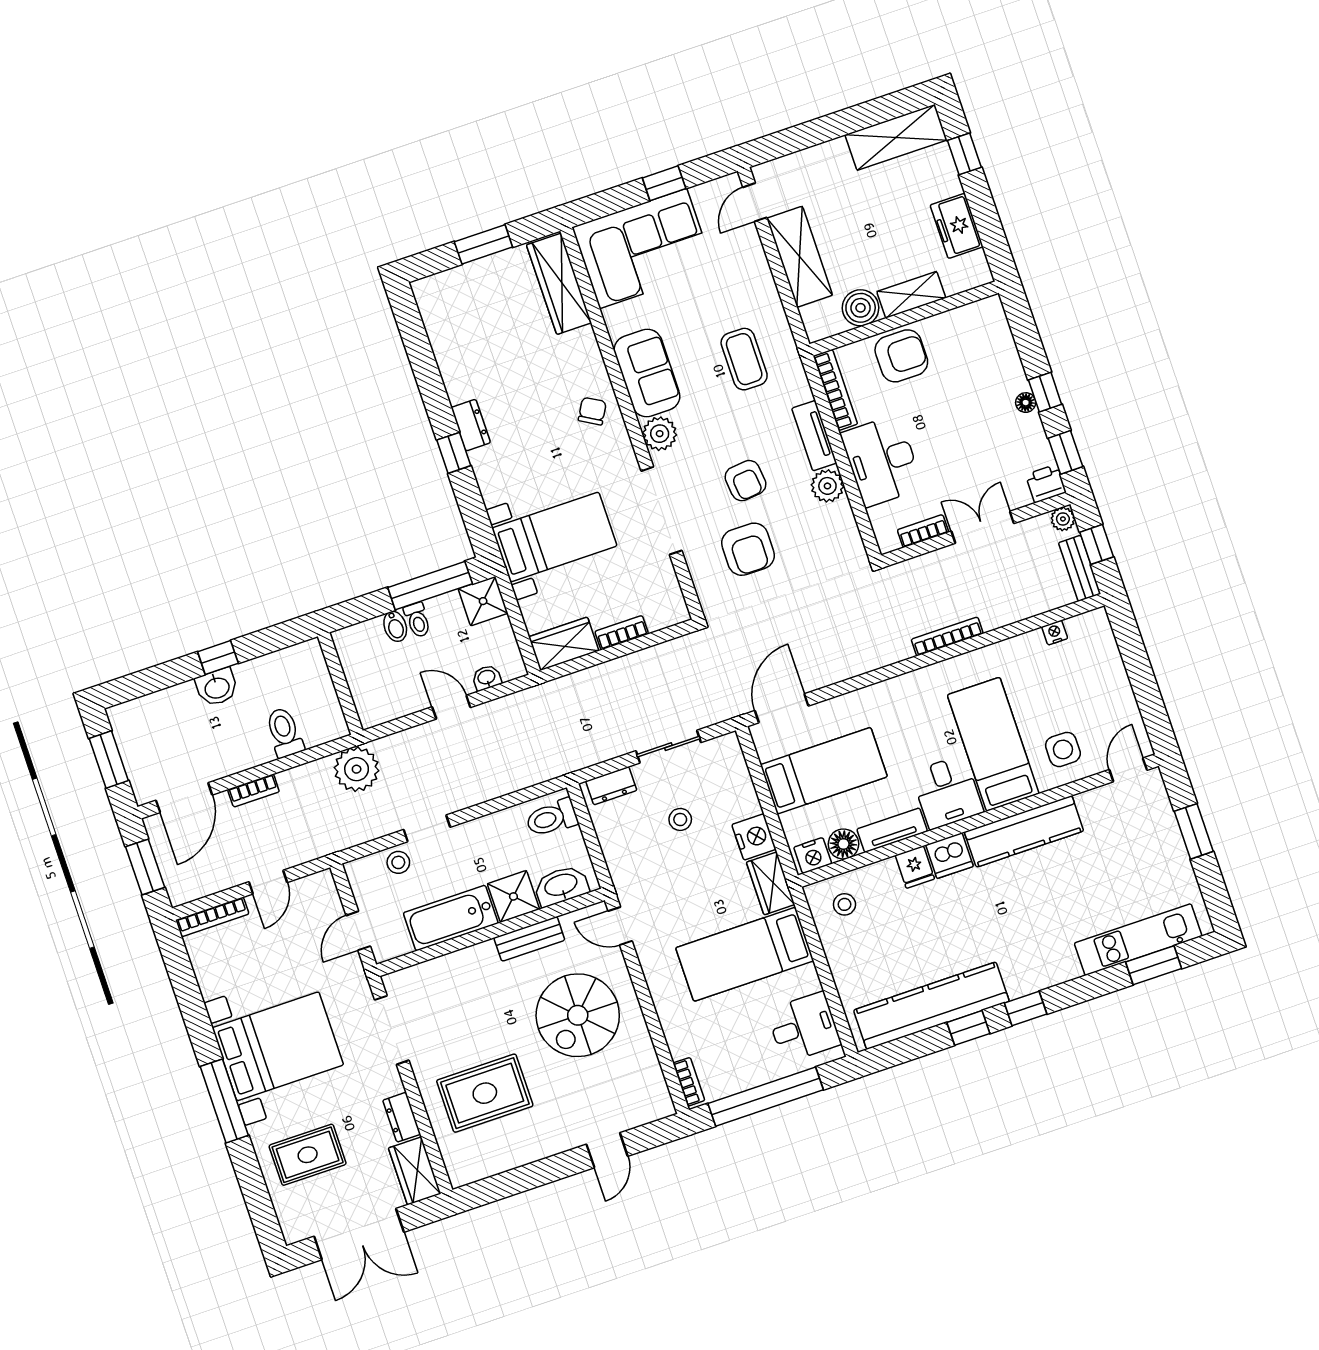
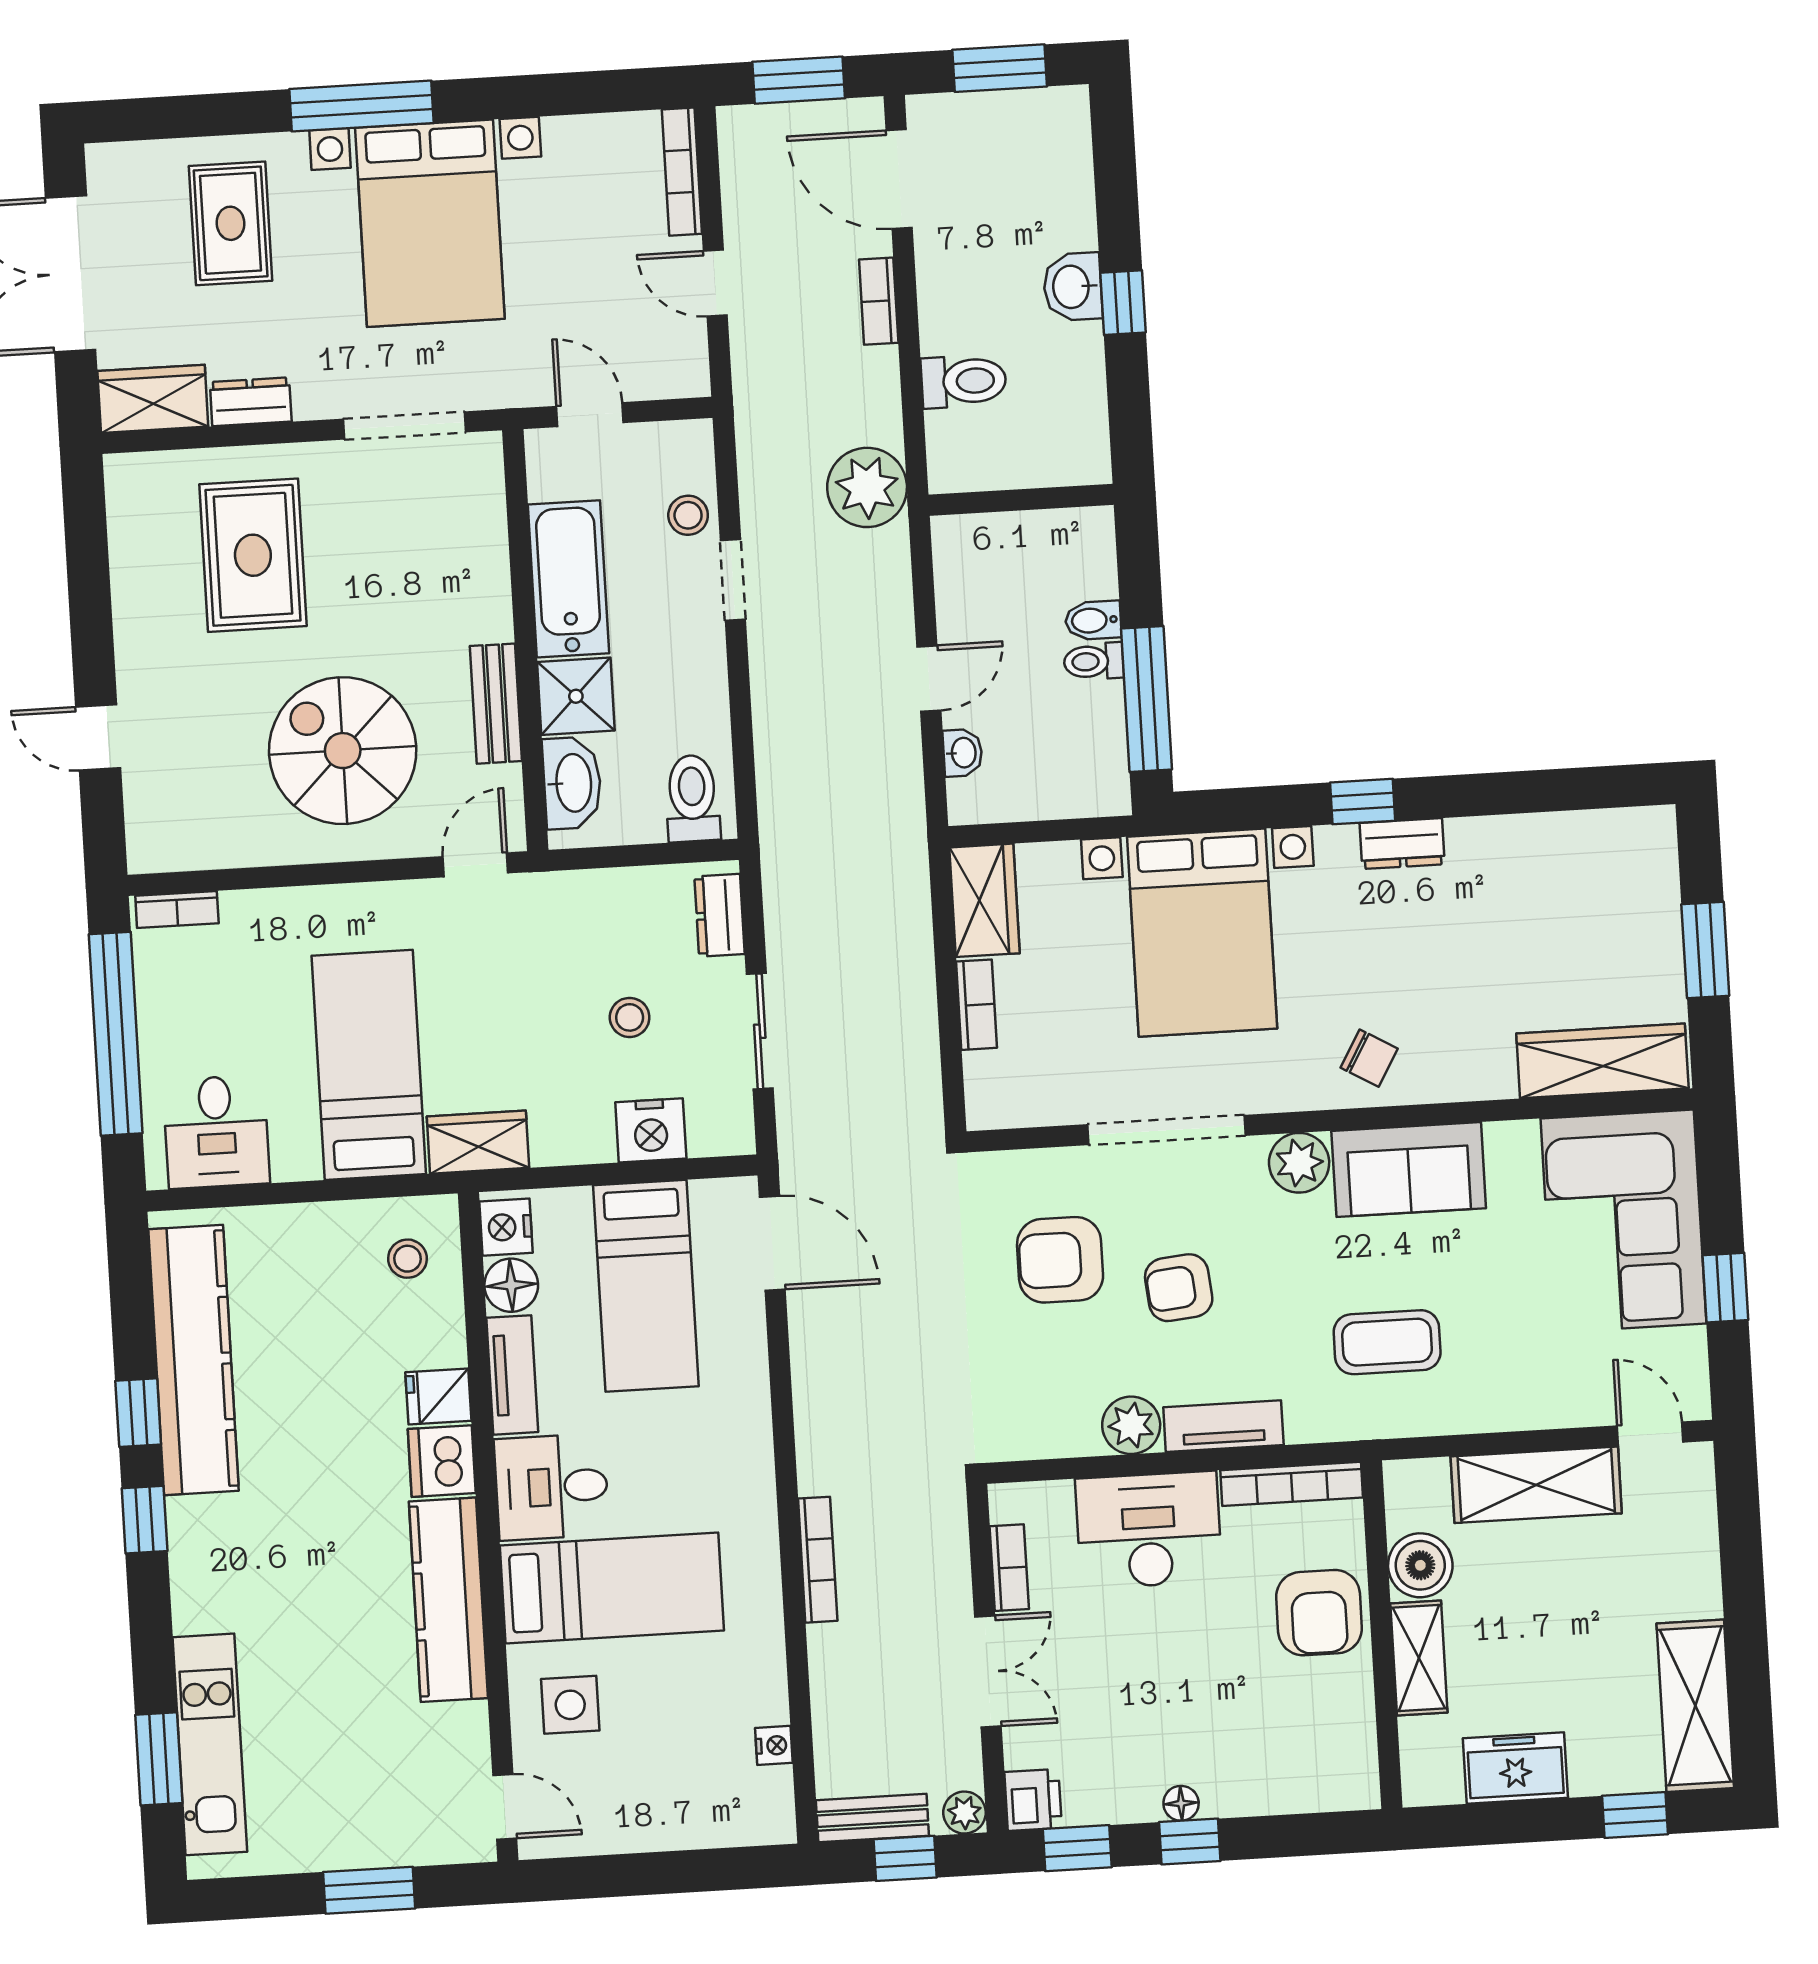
bed with nightstands: (554, 537) -> (1202, 933), width x1.36
shower: (483, 601) -> (1095, 782), removed
nightstand: (754, 837) -> (651, 1130), moved

